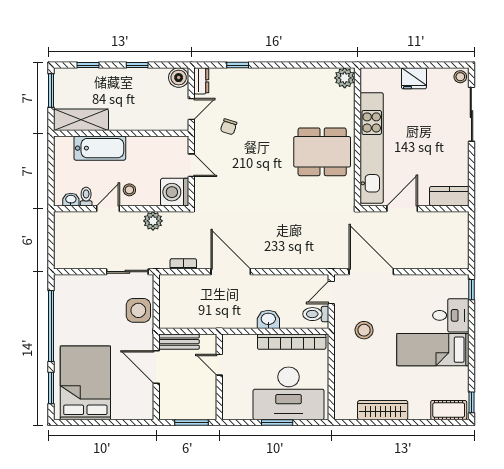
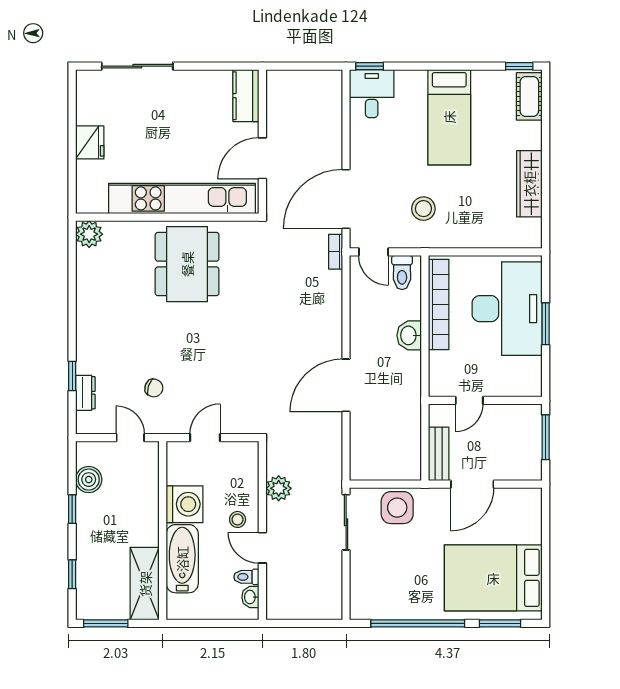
stool: (460, 77) -> (88, 81), removed
boiler: (179, 78) -> (89, 480), moved
dresser: (201, 81) -> (85, 393), moved, turned 90
washing machine: (175, 192) -> (185, 504), moved, turned -90
door: (402, 209) -> (262, 158), hinge flipped
bookcase: (183, 264) -> (336, 252), moved
desk: (451, 315) -> (372, 94), moved

